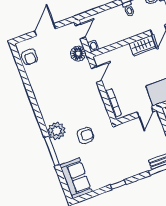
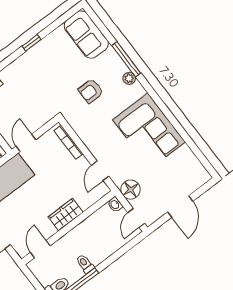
wardrobe: (143, 46) -> (66, 215), moved
armchair: (30, 57) -> (189, 167), removed
corner sofa: (51, 93) -> (149, 131), added
plant: (56, 131) -> (129, 78), width x0.53, depth x0.53

